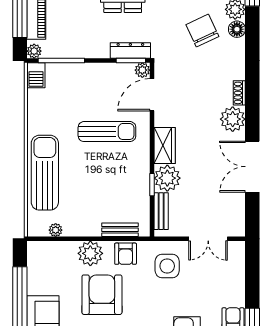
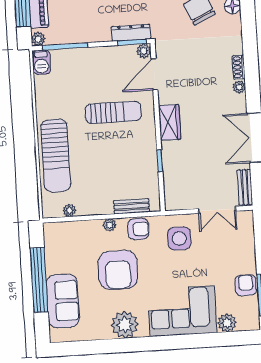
plant: (233, 119) -> (239, 87), width x0.53, depth x0.53
sun lounger: (45, 173) -> (56, 156), turned 180
plant: (167, 178) -> (174, 154), removed
bench: (161, 211) -> (245, 187), moved
plant: (90, 253) -> (110, 225), width x0.53, depth x0.53
armchair: (126, 254) -> (138, 229), turned -90
armchair: (102, 295) -> (118, 270), turned 180

